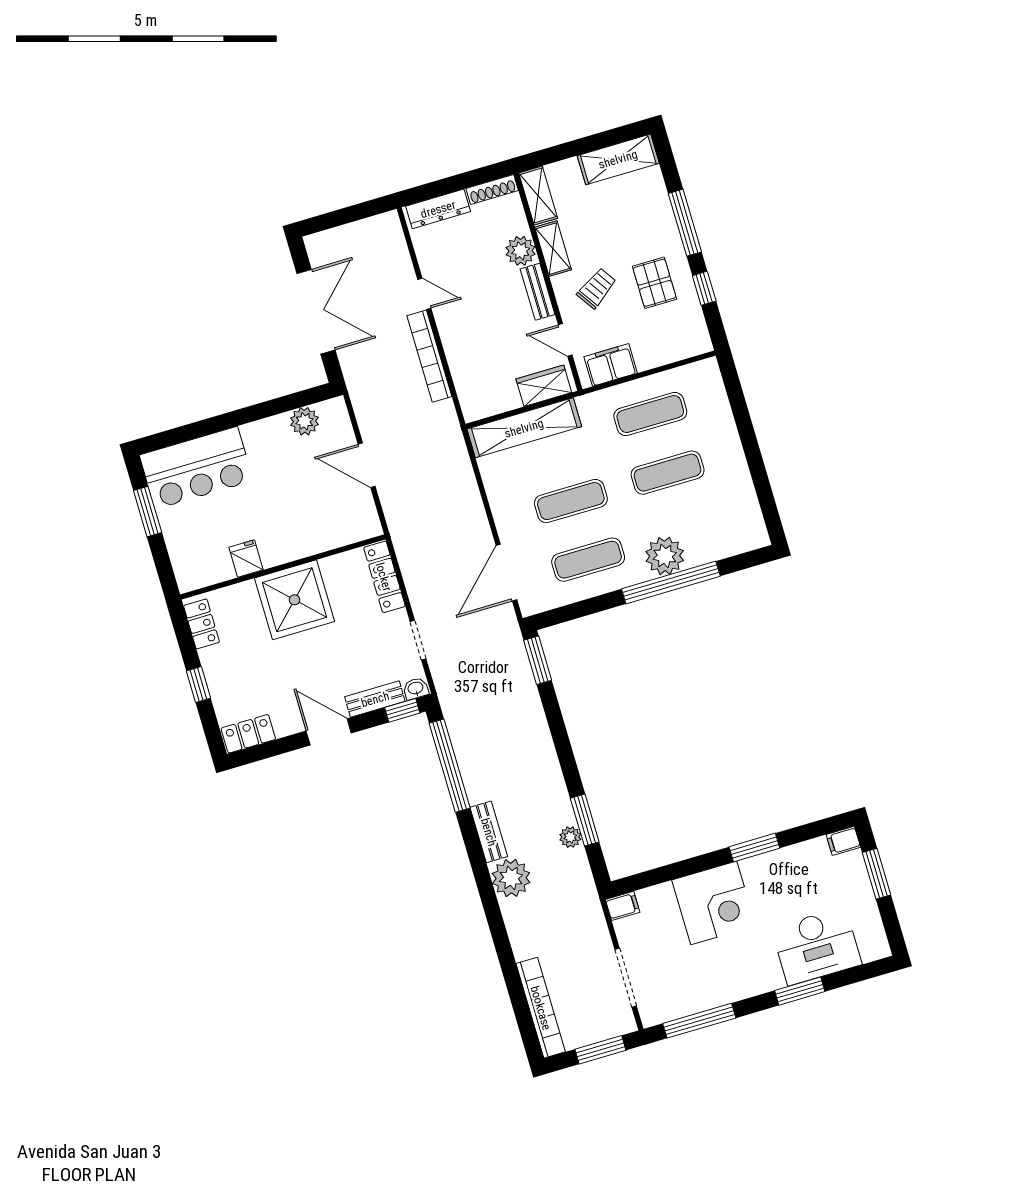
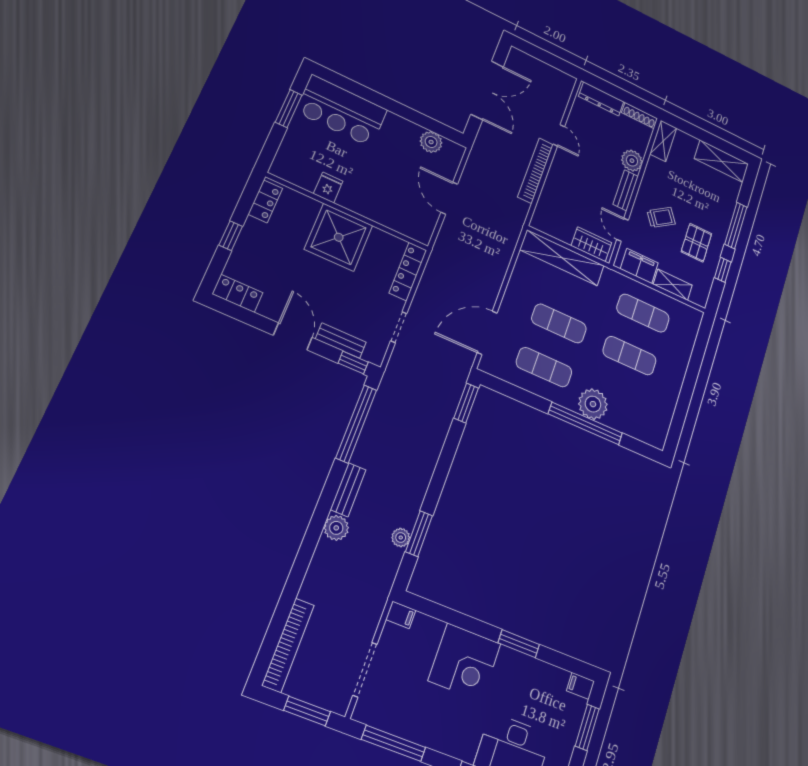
shelving: (553, 249) -> (673, 285), moved, turned 90
washbasin: (416, 688) -> (373, 356), removed
plant: (511, 878) -> (336, 528), width x0.73, depth x0.73

